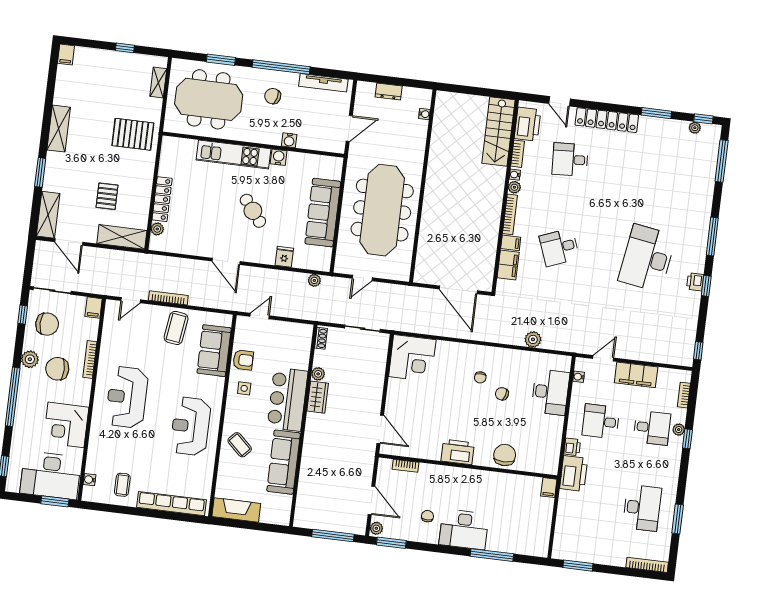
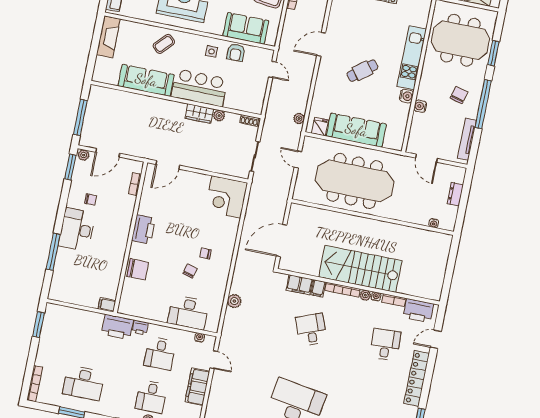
meeting table: (209, 99) -> (460, 40), turned 90
stairs: (498, 132) -> (360, 269), moved, width x1.36, depth x1.51
fridge: (284, 257) -> (320, 127), moved, turned -90
desk: (601, 421) -> (160, 354), turned 180

